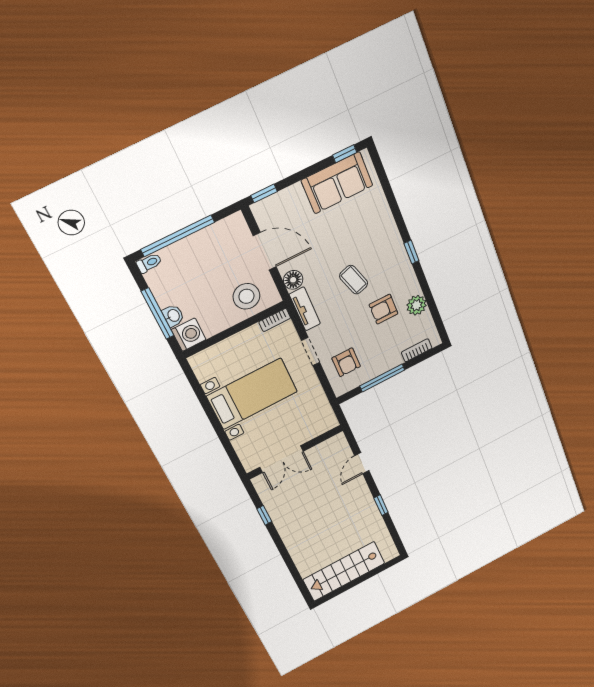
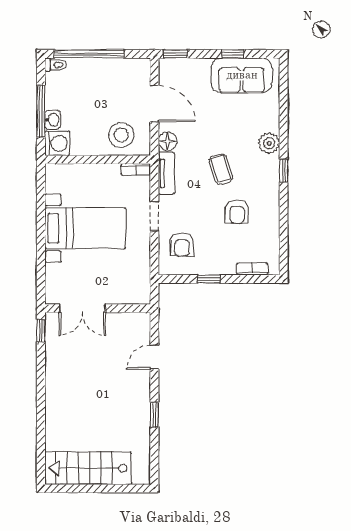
window: (345, 154) -> (233, 54), moved
plant: (417, 305) -> (269, 143), moved
armchair: (383, 309) -> (237, 211), turned -90
window: (382, 378) -> (209, 279), width x0.46
window: (264, 515) -> (41, 331), moved

